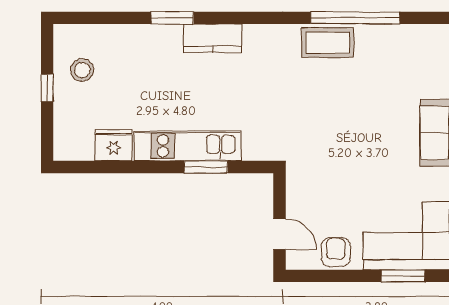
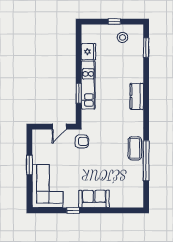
window: (172, 18) -> (146, 48), moved
door: (279, 234) -> (59, 127), moved
armchair: (336, 252) -> (82, 141), moved
window: (403, 276) -> (29, 165), moved

